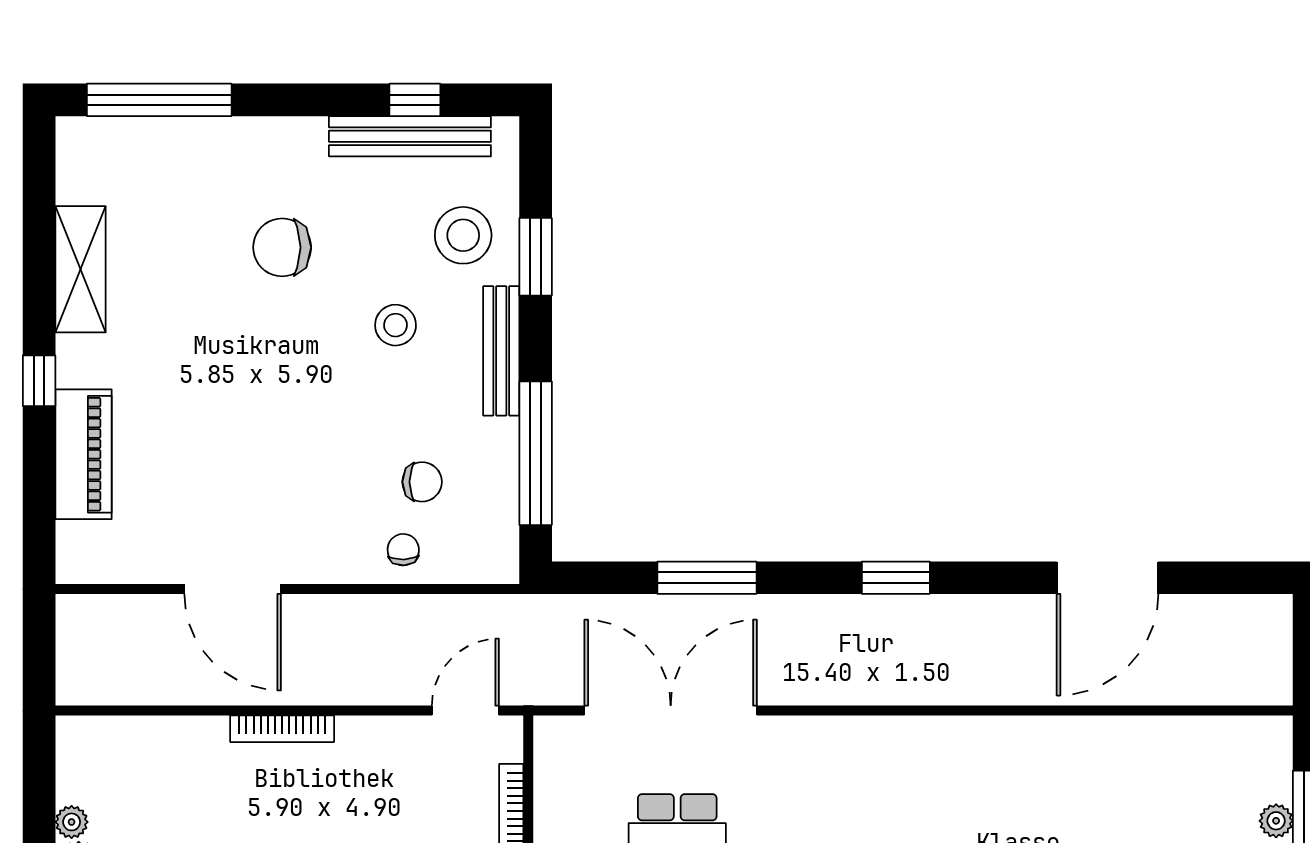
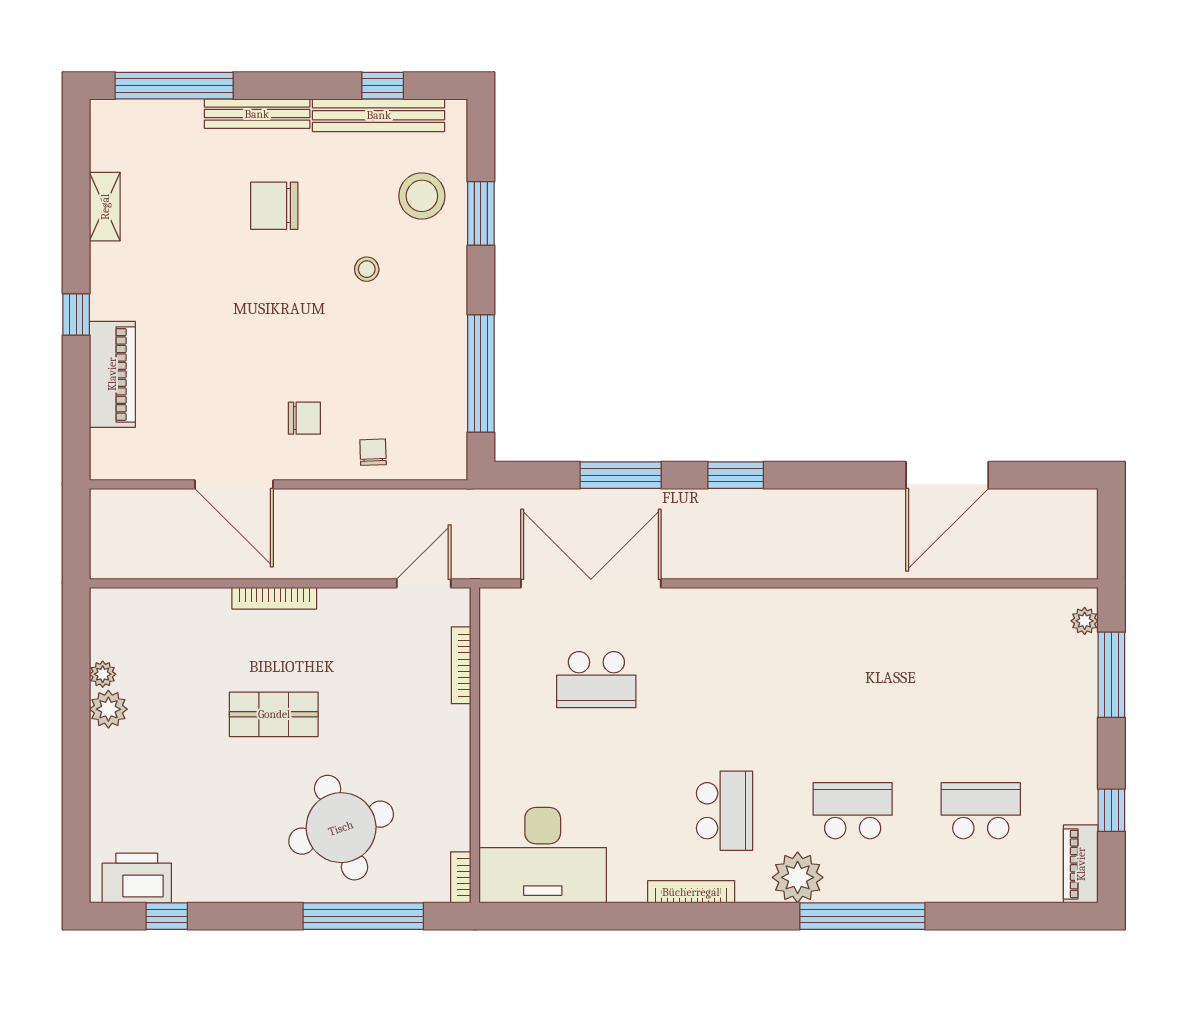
shelving: (81, 269) -> (105, 207), width x0.67, depth x0.75
stool: (396, 325) -> (367, 269), width x0.73, depth x0.73
bench: (501, 351) -> (257, 114), moved, turned 90
chair: (422, 482) -> (304, 418), moved
window: (896, 578) -> (736, 475), moved
plant: (1276, 821) -> (1085, 621), moved

